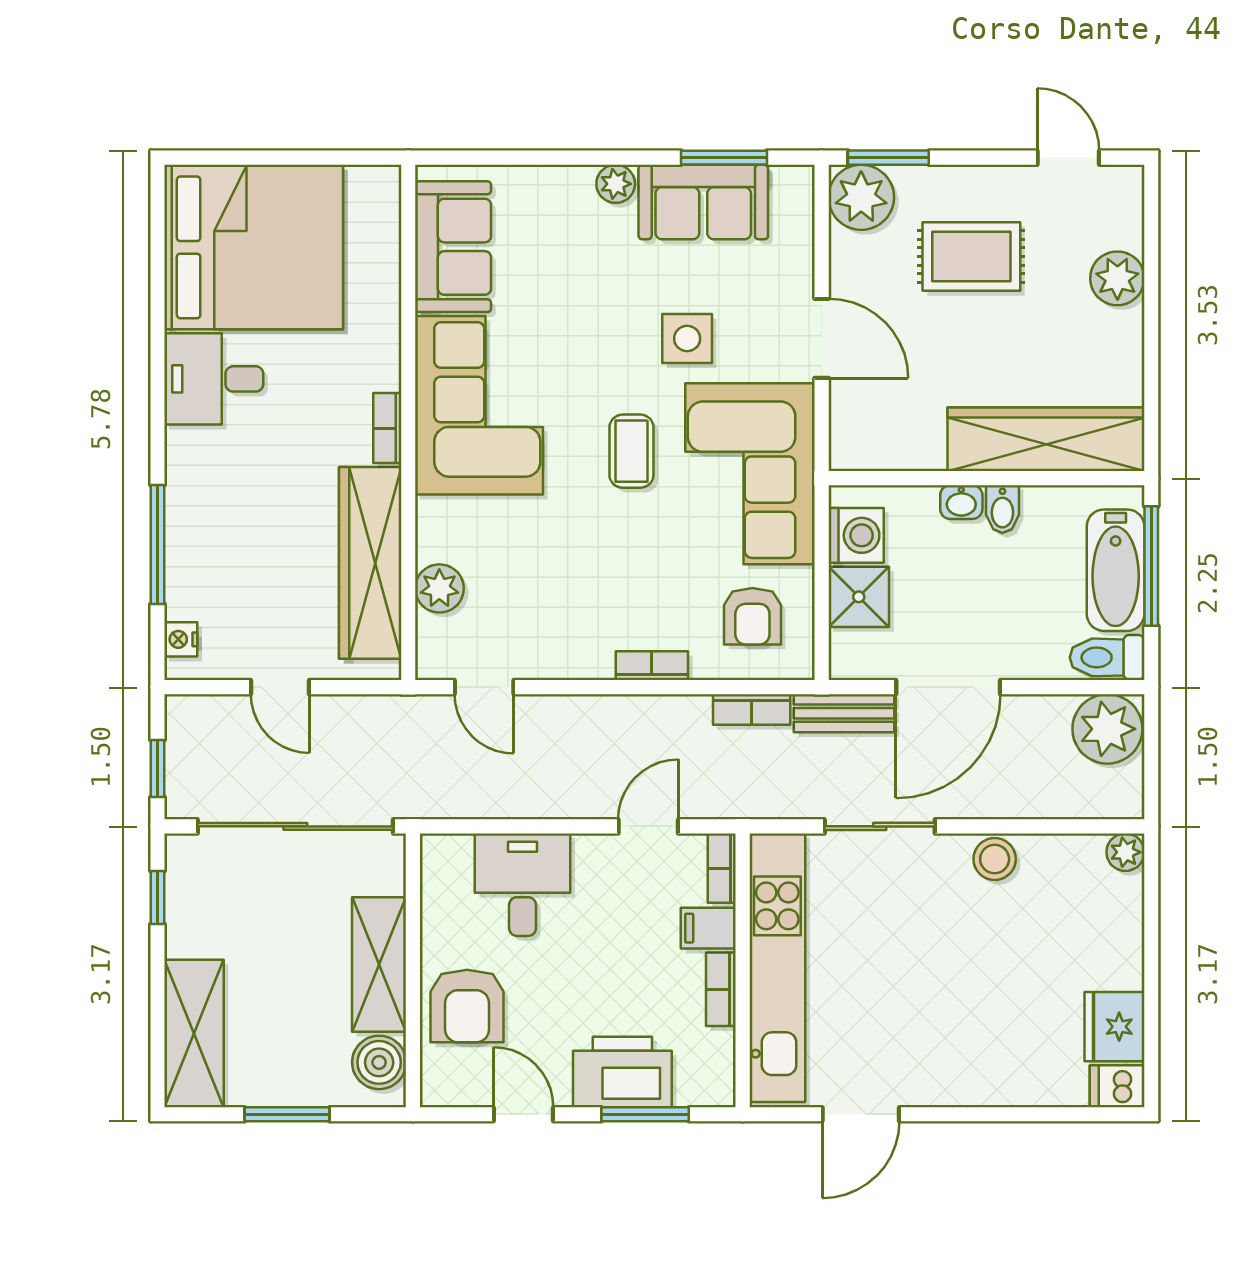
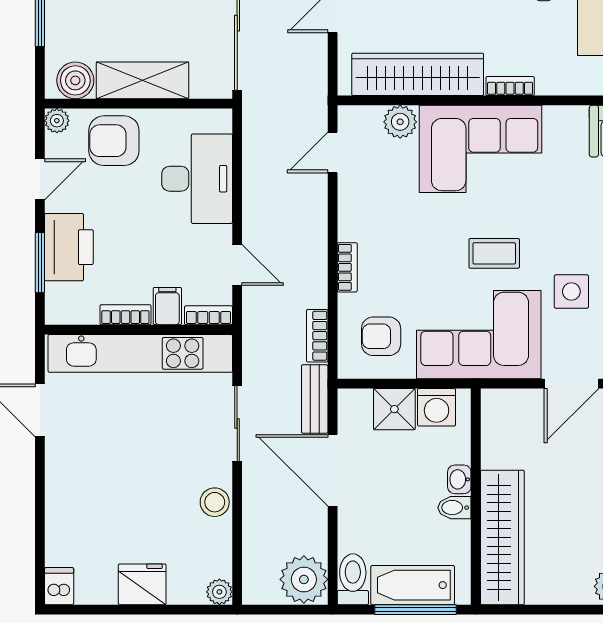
corner sofa: (479, 405) -> (480, 149), moved
desk: (523, 885) -> (197, 179), width x1.37
fridge: (1114, 1027) -> (142, 584), moved
plant: (438, 1089) -> (57, 121), added

